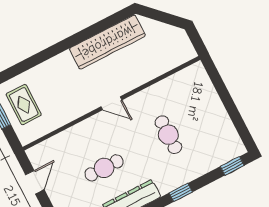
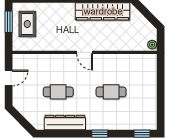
plant: (189, 51) -> (152, 45), added
cafe table: (168, 135) -> (111, 92), turned 90

